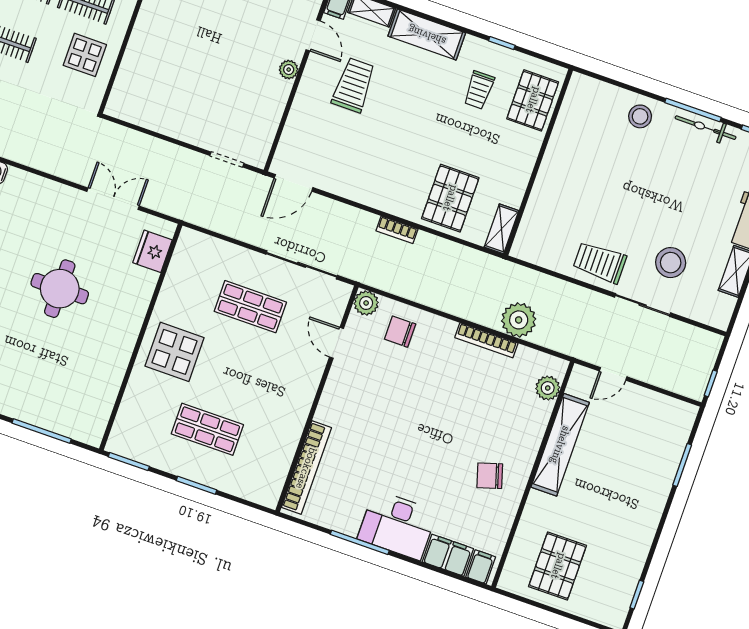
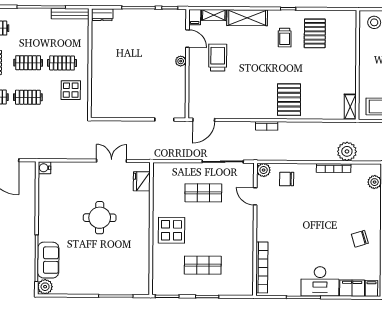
wall: (538, 162) -> (357, 65), moved
shelving: (502, 229) -> (350, 107), moved

